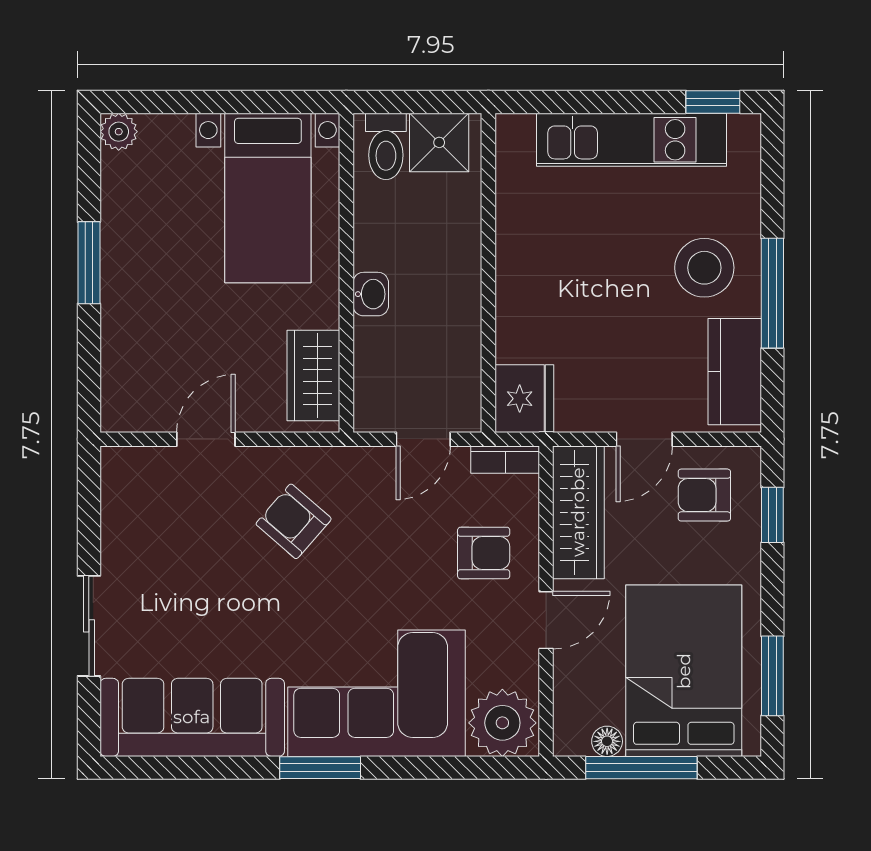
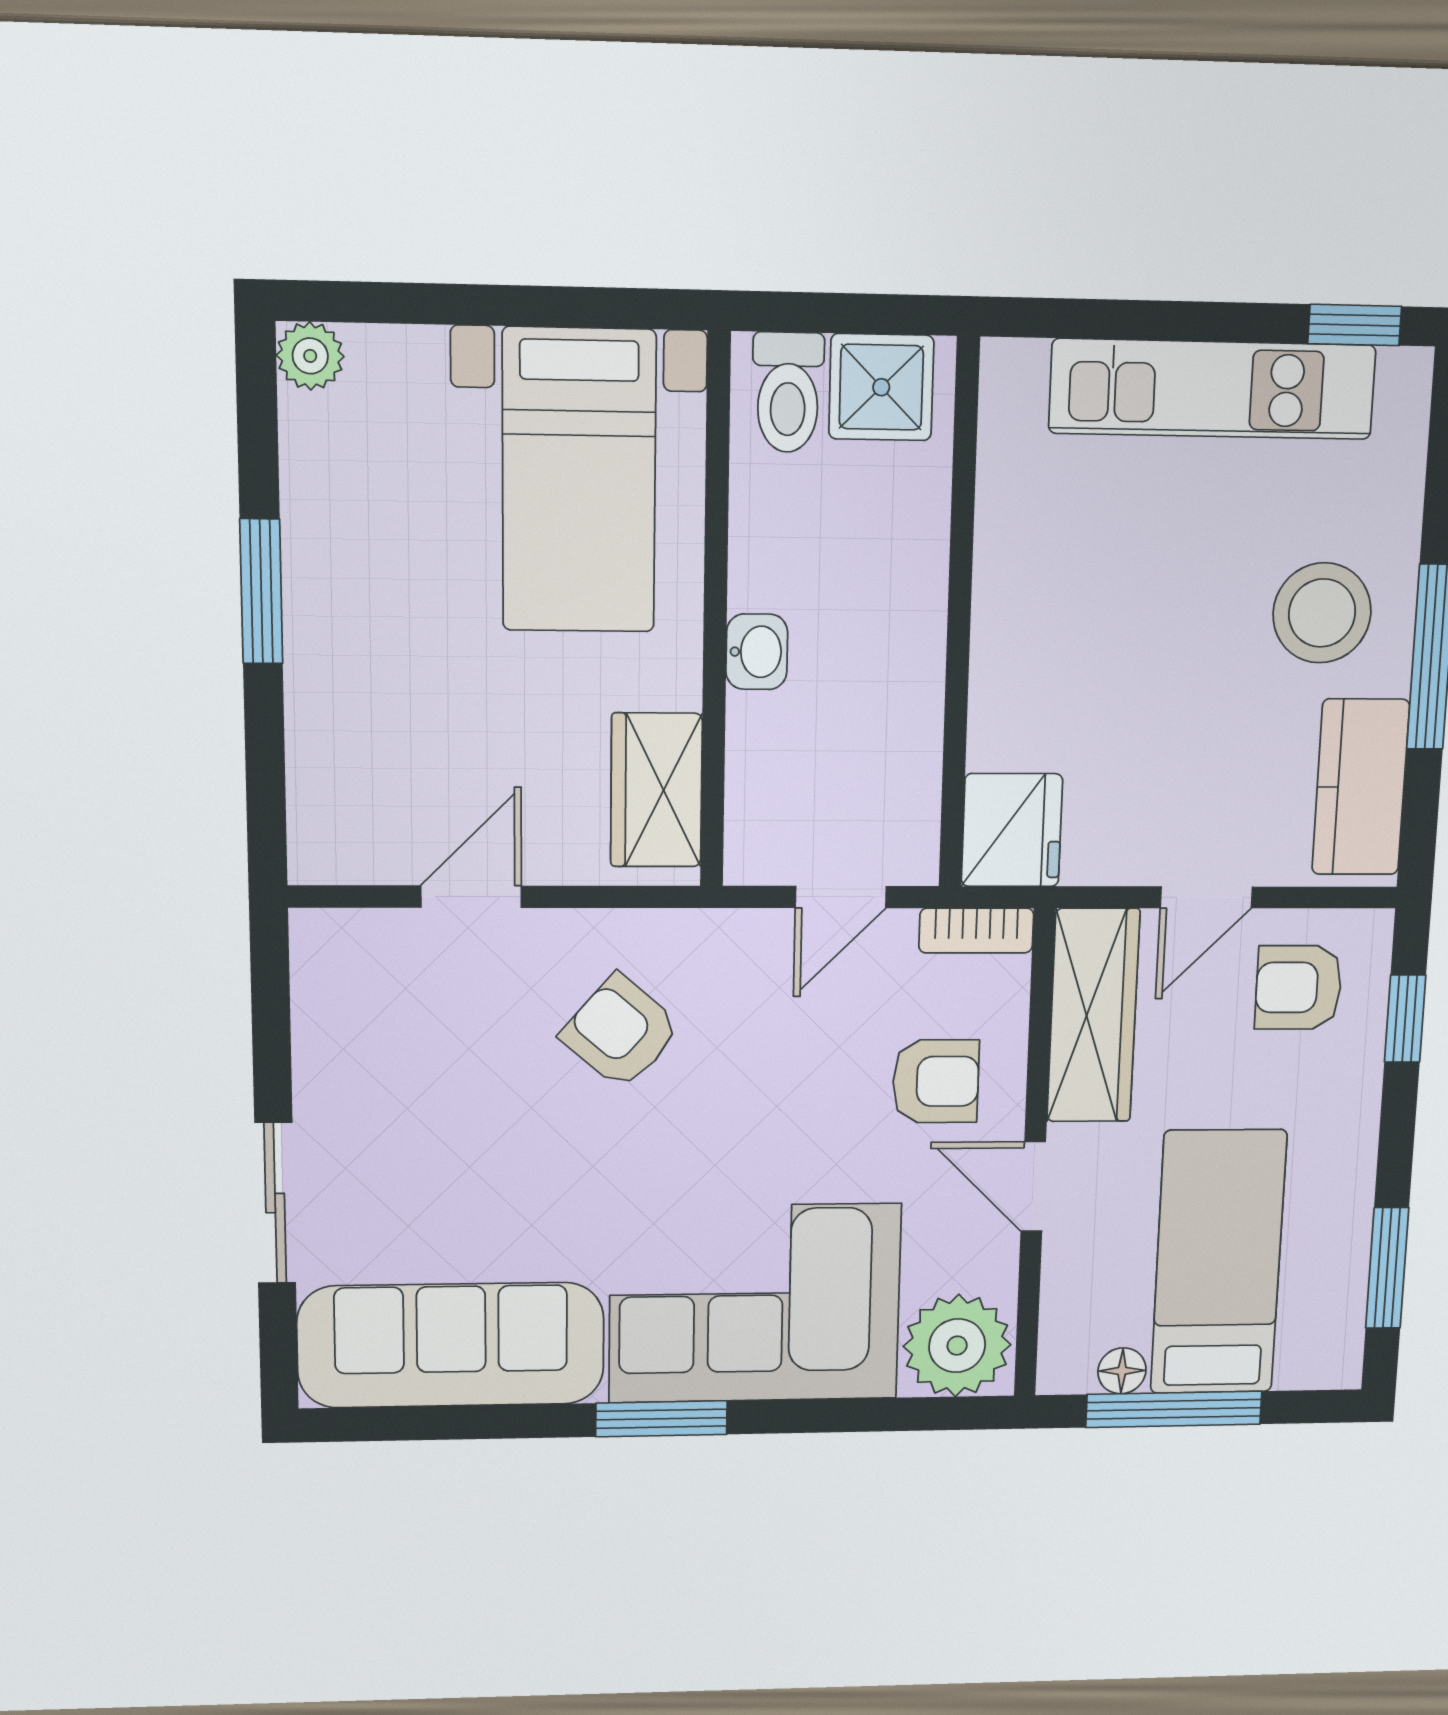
door: (546, 620) -> (1033, 1186), swing flipped
bed: (684, 671) -> (1218, 1262), width x0.67

